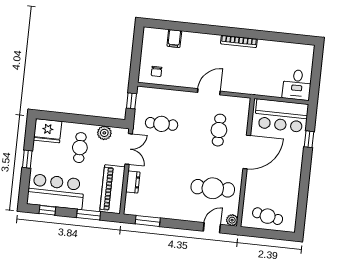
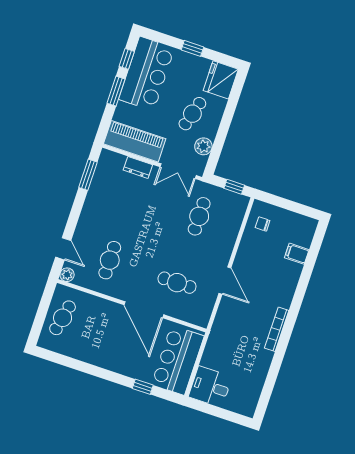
cafe table: (80, 148) -> (192, 114), turned -74
cafe table: (213, 188) -> (110, 260), width x0.73, depth x0.74
window: (89, 215) -> (116, 91), moved

